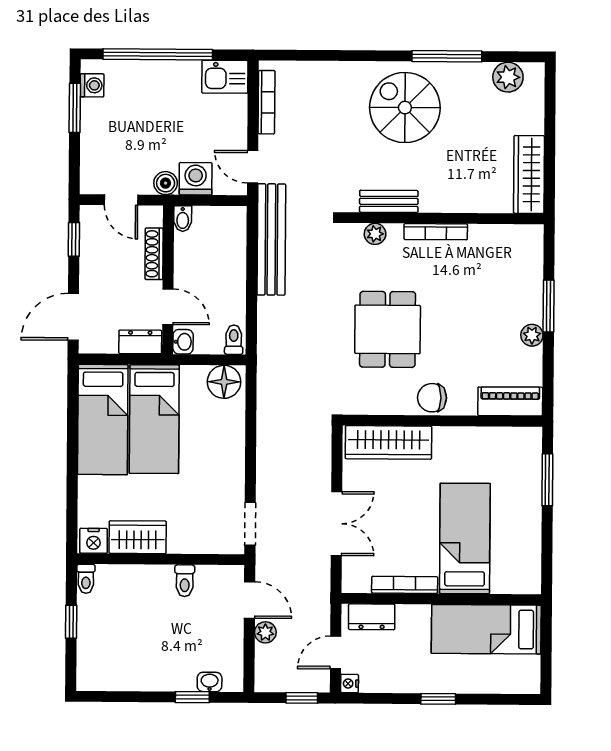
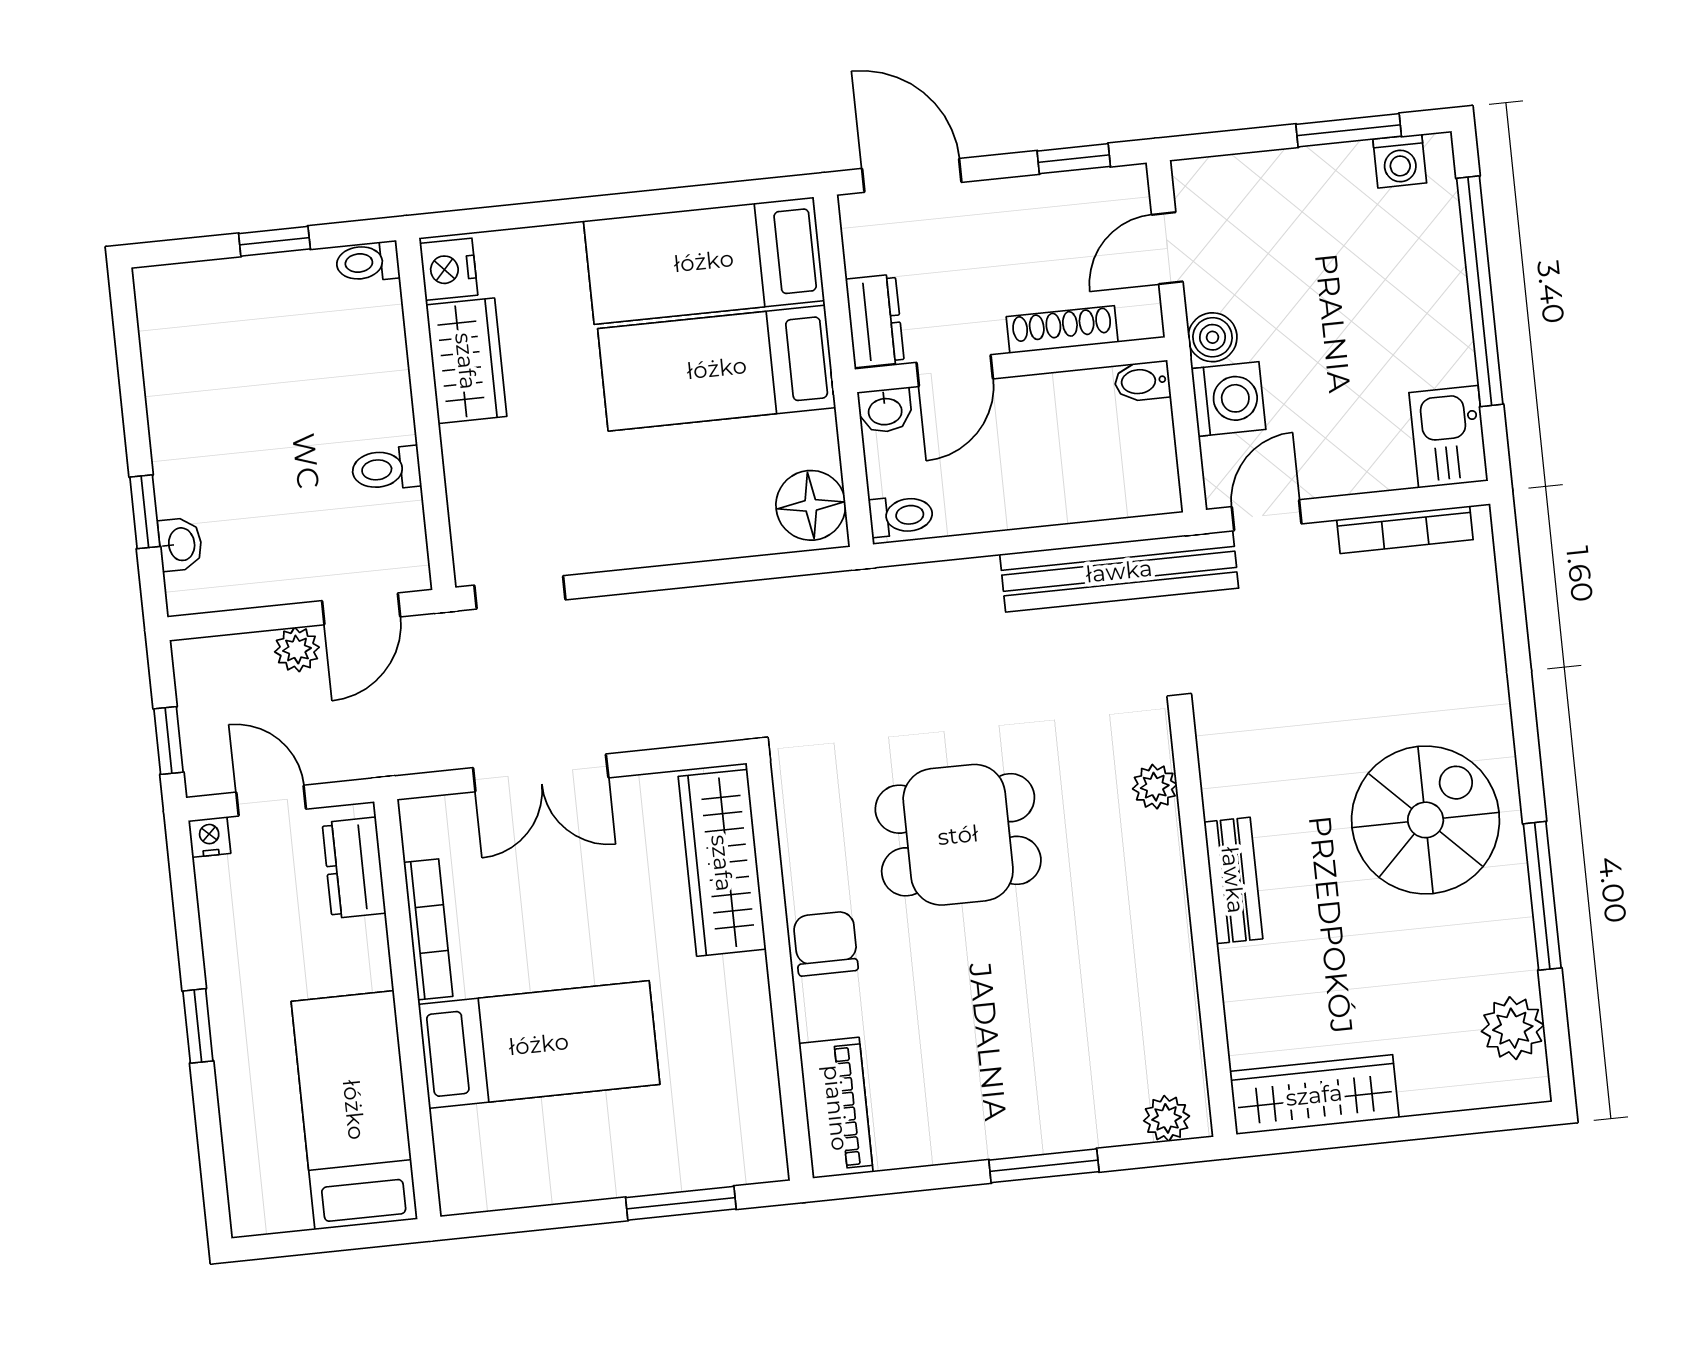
bench: (389, 201) -> (1233, 880), moved
bookcase: (436, 232) -> (1173, 913), removed
plant: (532, 335) -> (1167, 1118), moved

